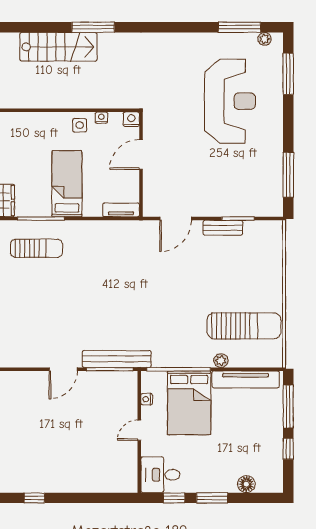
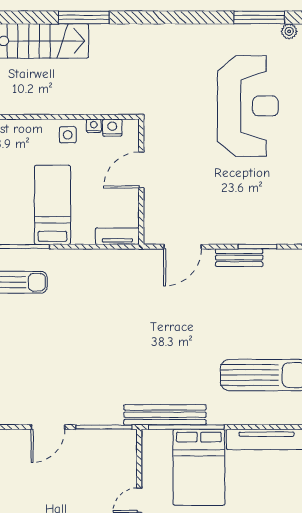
nightstand: (131, 119) -> (112, 128), moved
bench: (117, 359) -> (165, 415), moved
plant: (221, 361) -> (237, 417), removed
nightstand: (147, 399) -> (148, 463), removed

